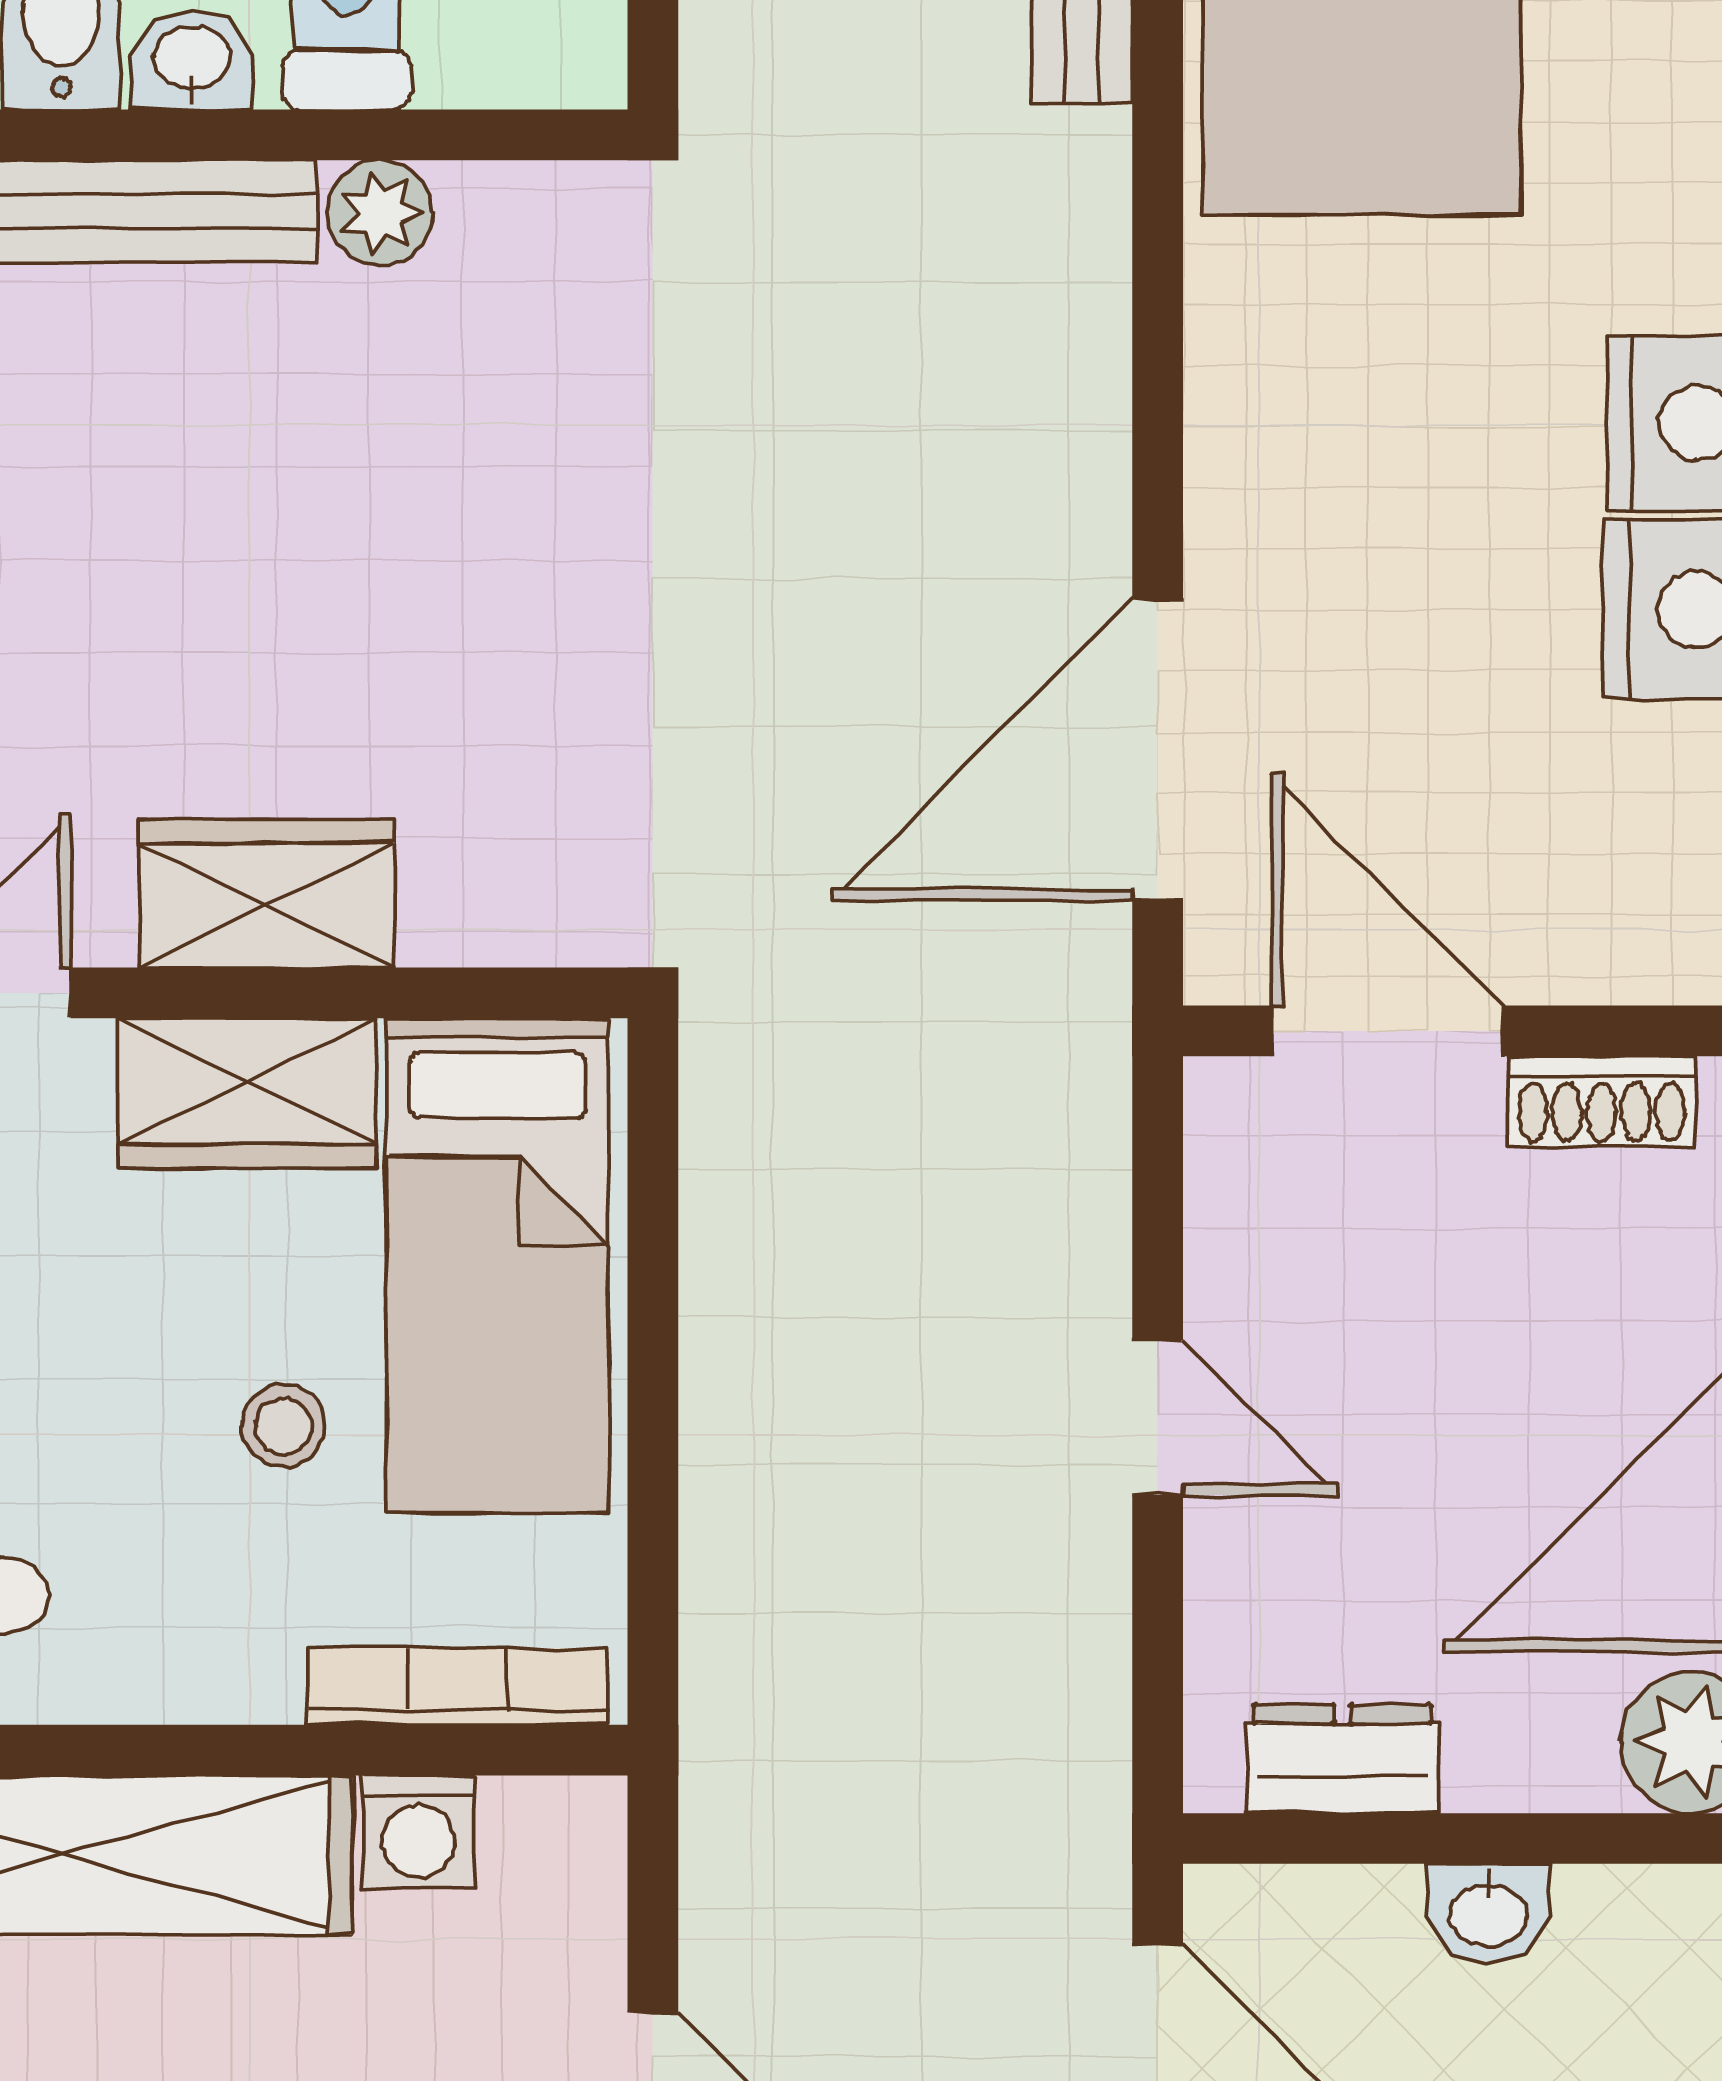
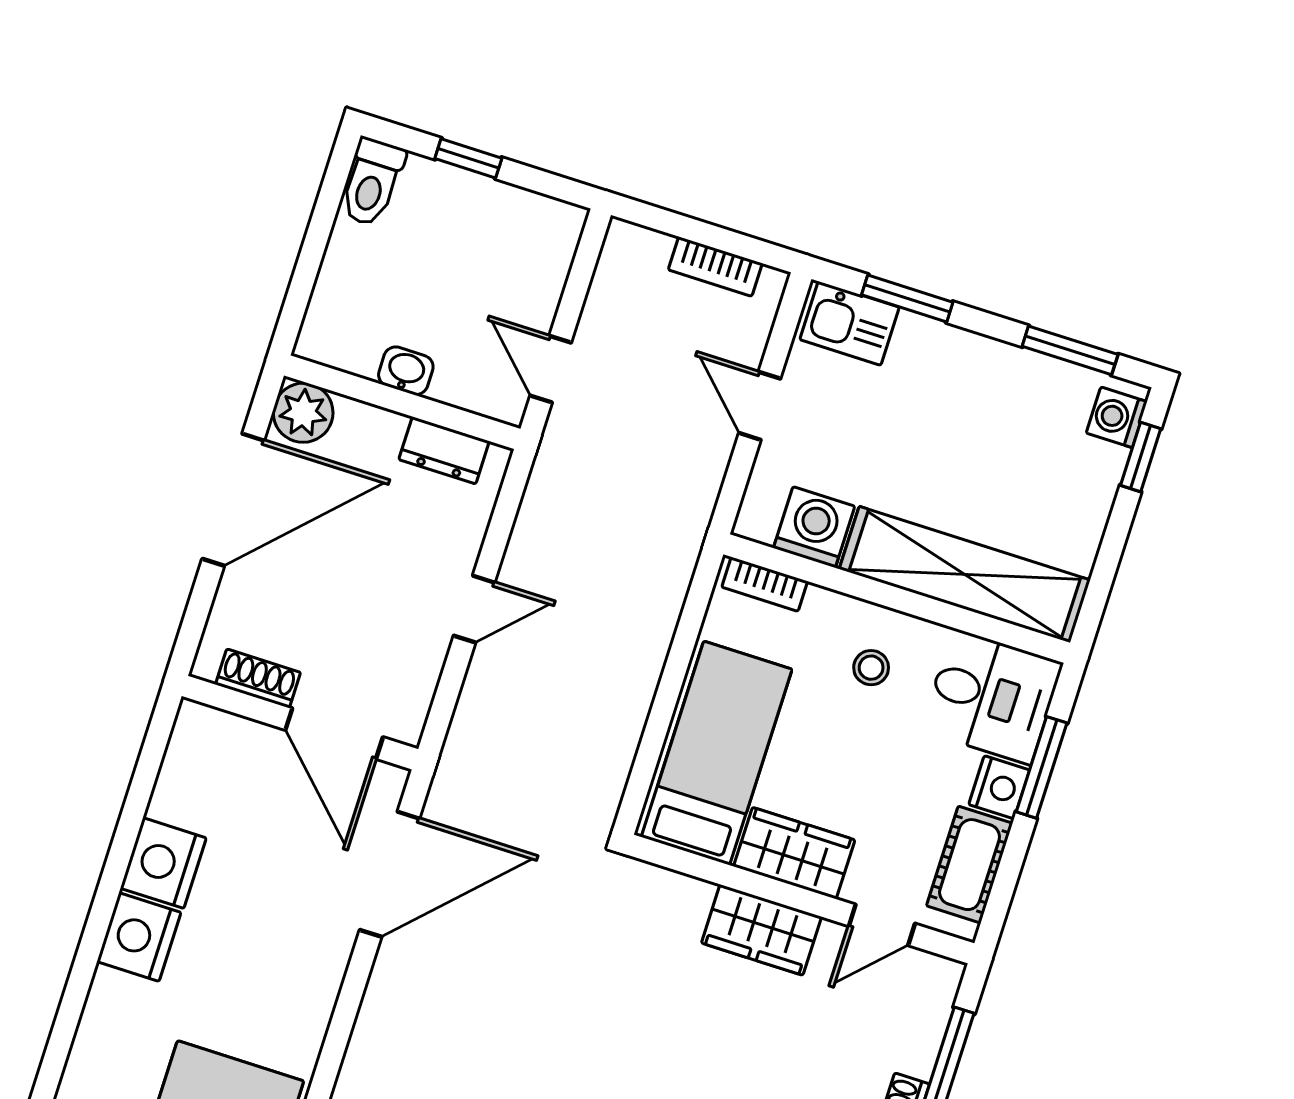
door: (1158, 1418) -> (474, 609), swing flipped
stool: (283, 1426) -> (871, 668), moved
bookcase: (457, 1687) -> (765, 584), width x0.64
washing machine: (419, 1832) -> (814, 527), width x1.38, depth x1.38

